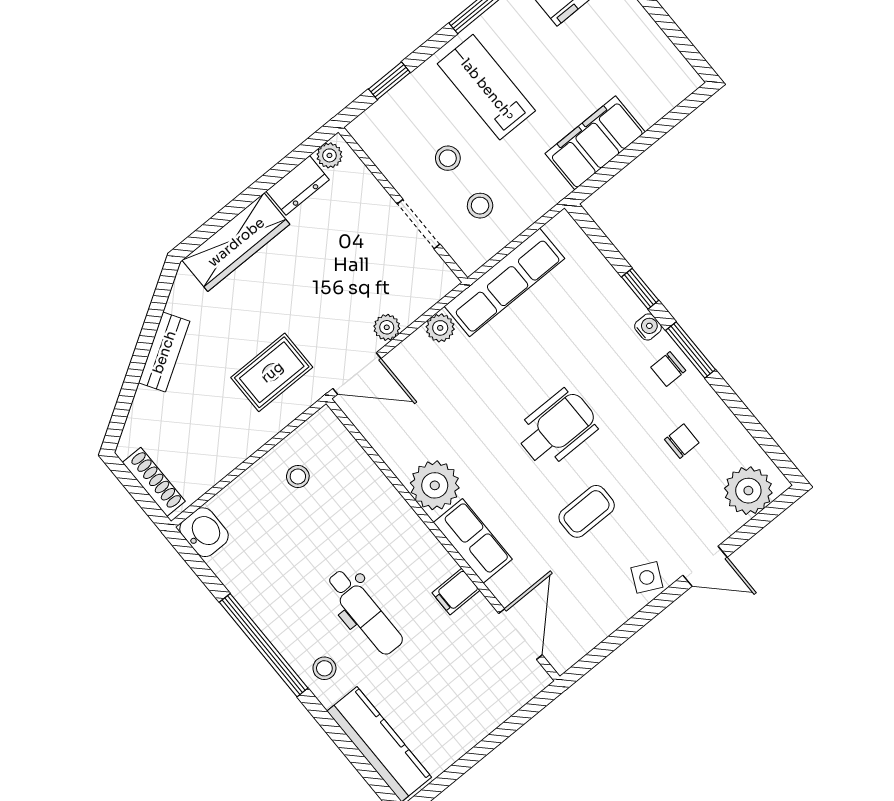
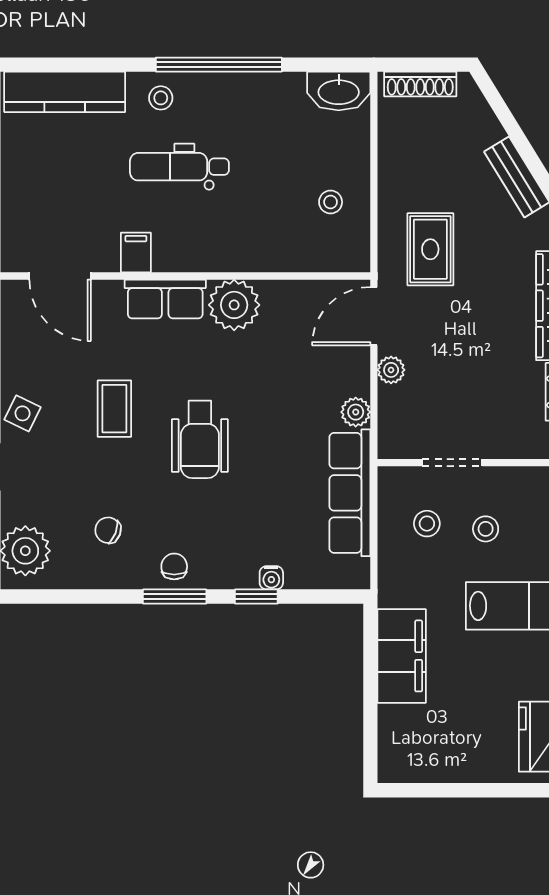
water cooler: (648, 327) -> (271, 578), moved
chair: (682, 441) -> (108, 530), turned 111
washbasin: (204, 532) -> (339, 91), width x1.38

